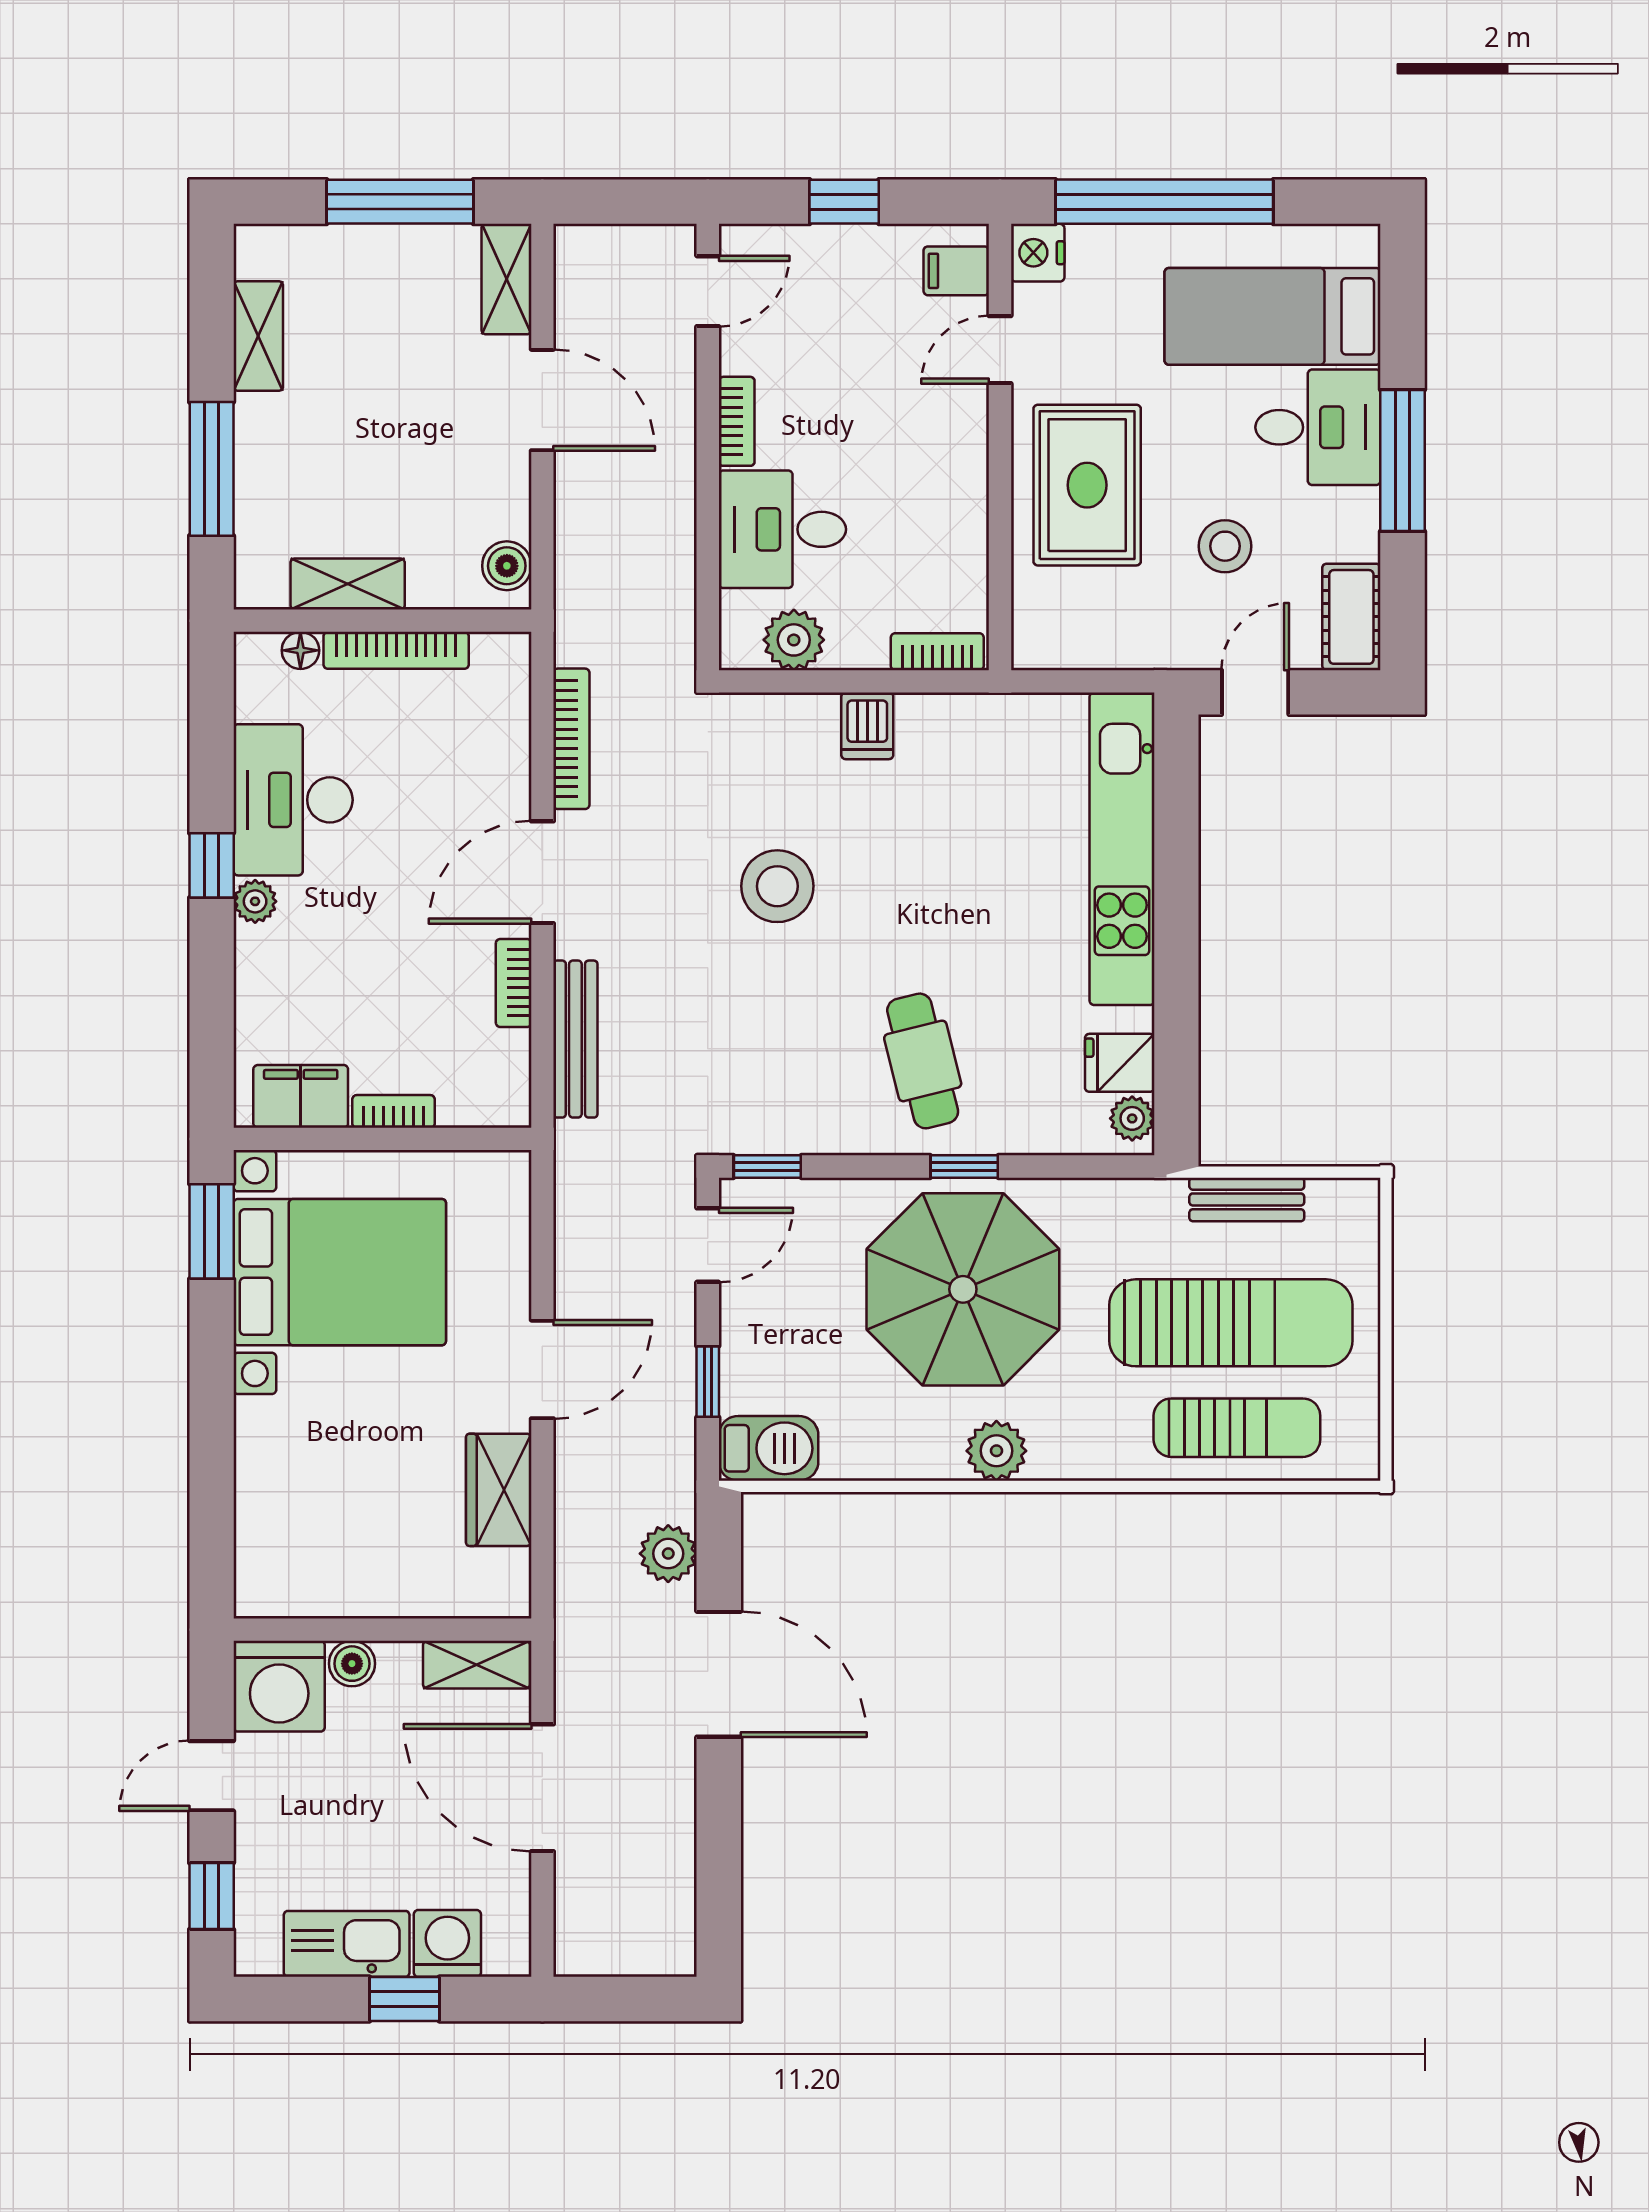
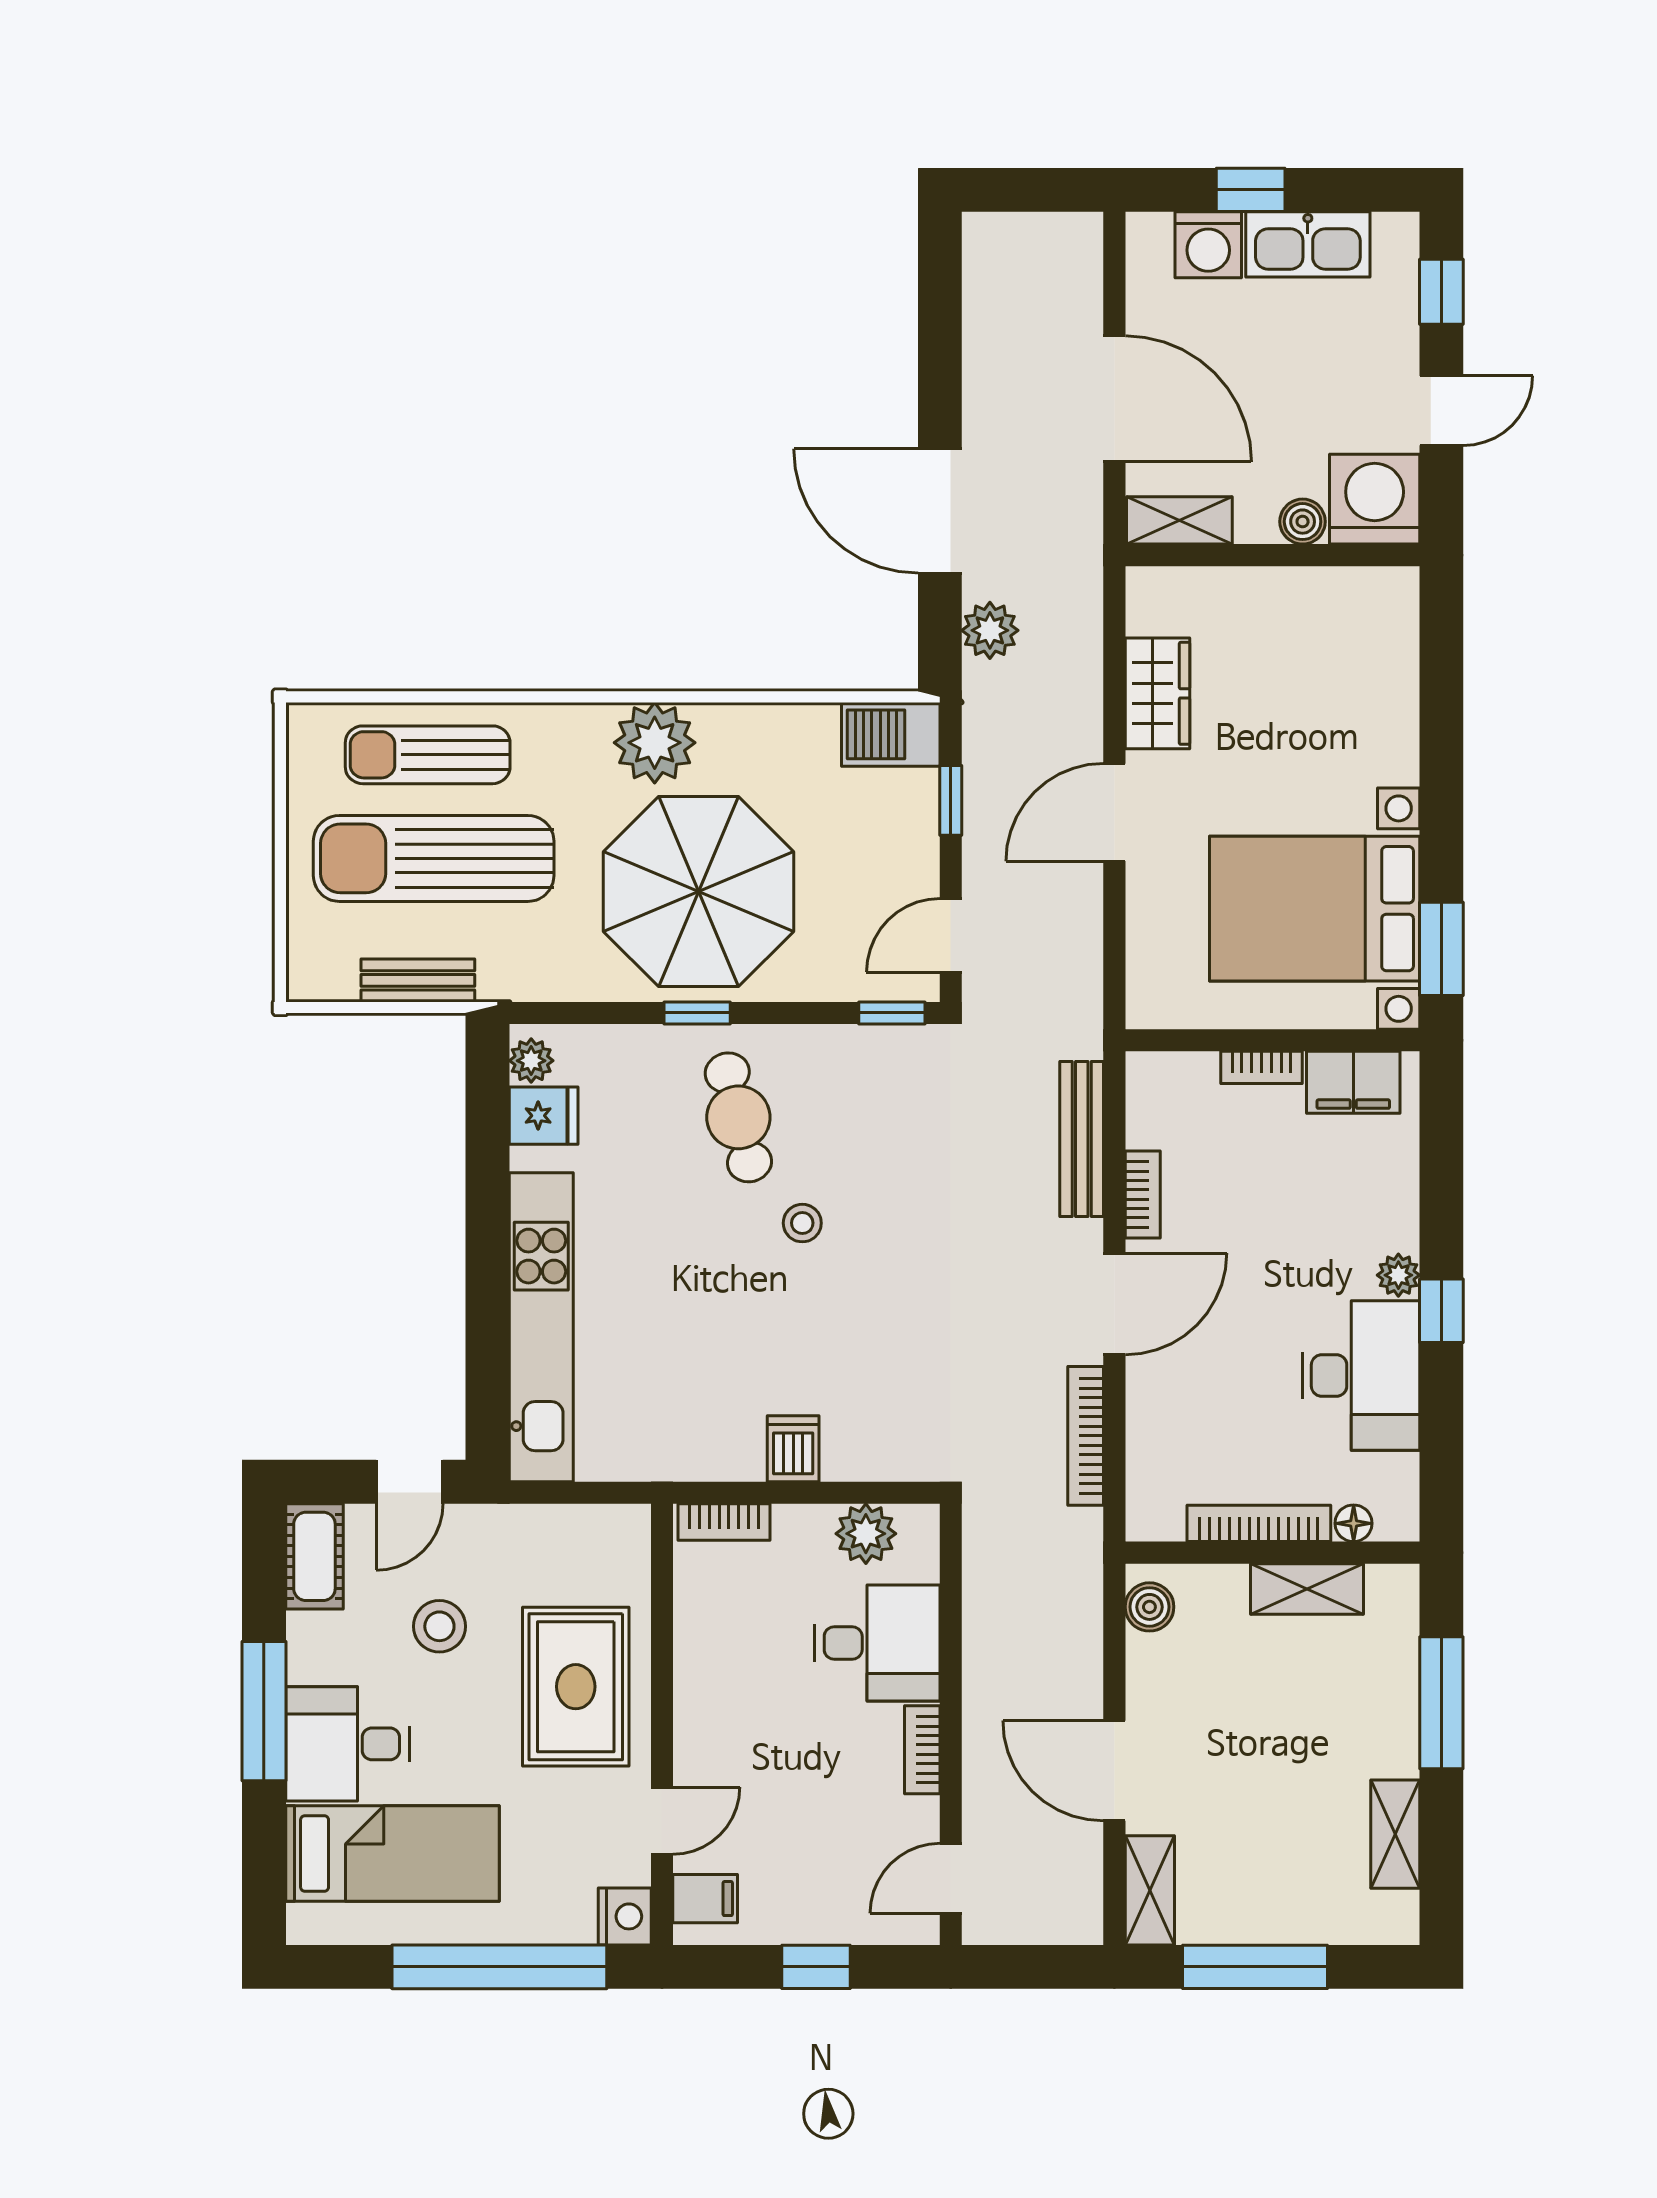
stool: (777, 886) -> (802, 1223), moved, width x0.53, depth x0.53
plant: (996, 1451) -> (655, 743), width x1.36, depth x1.36

